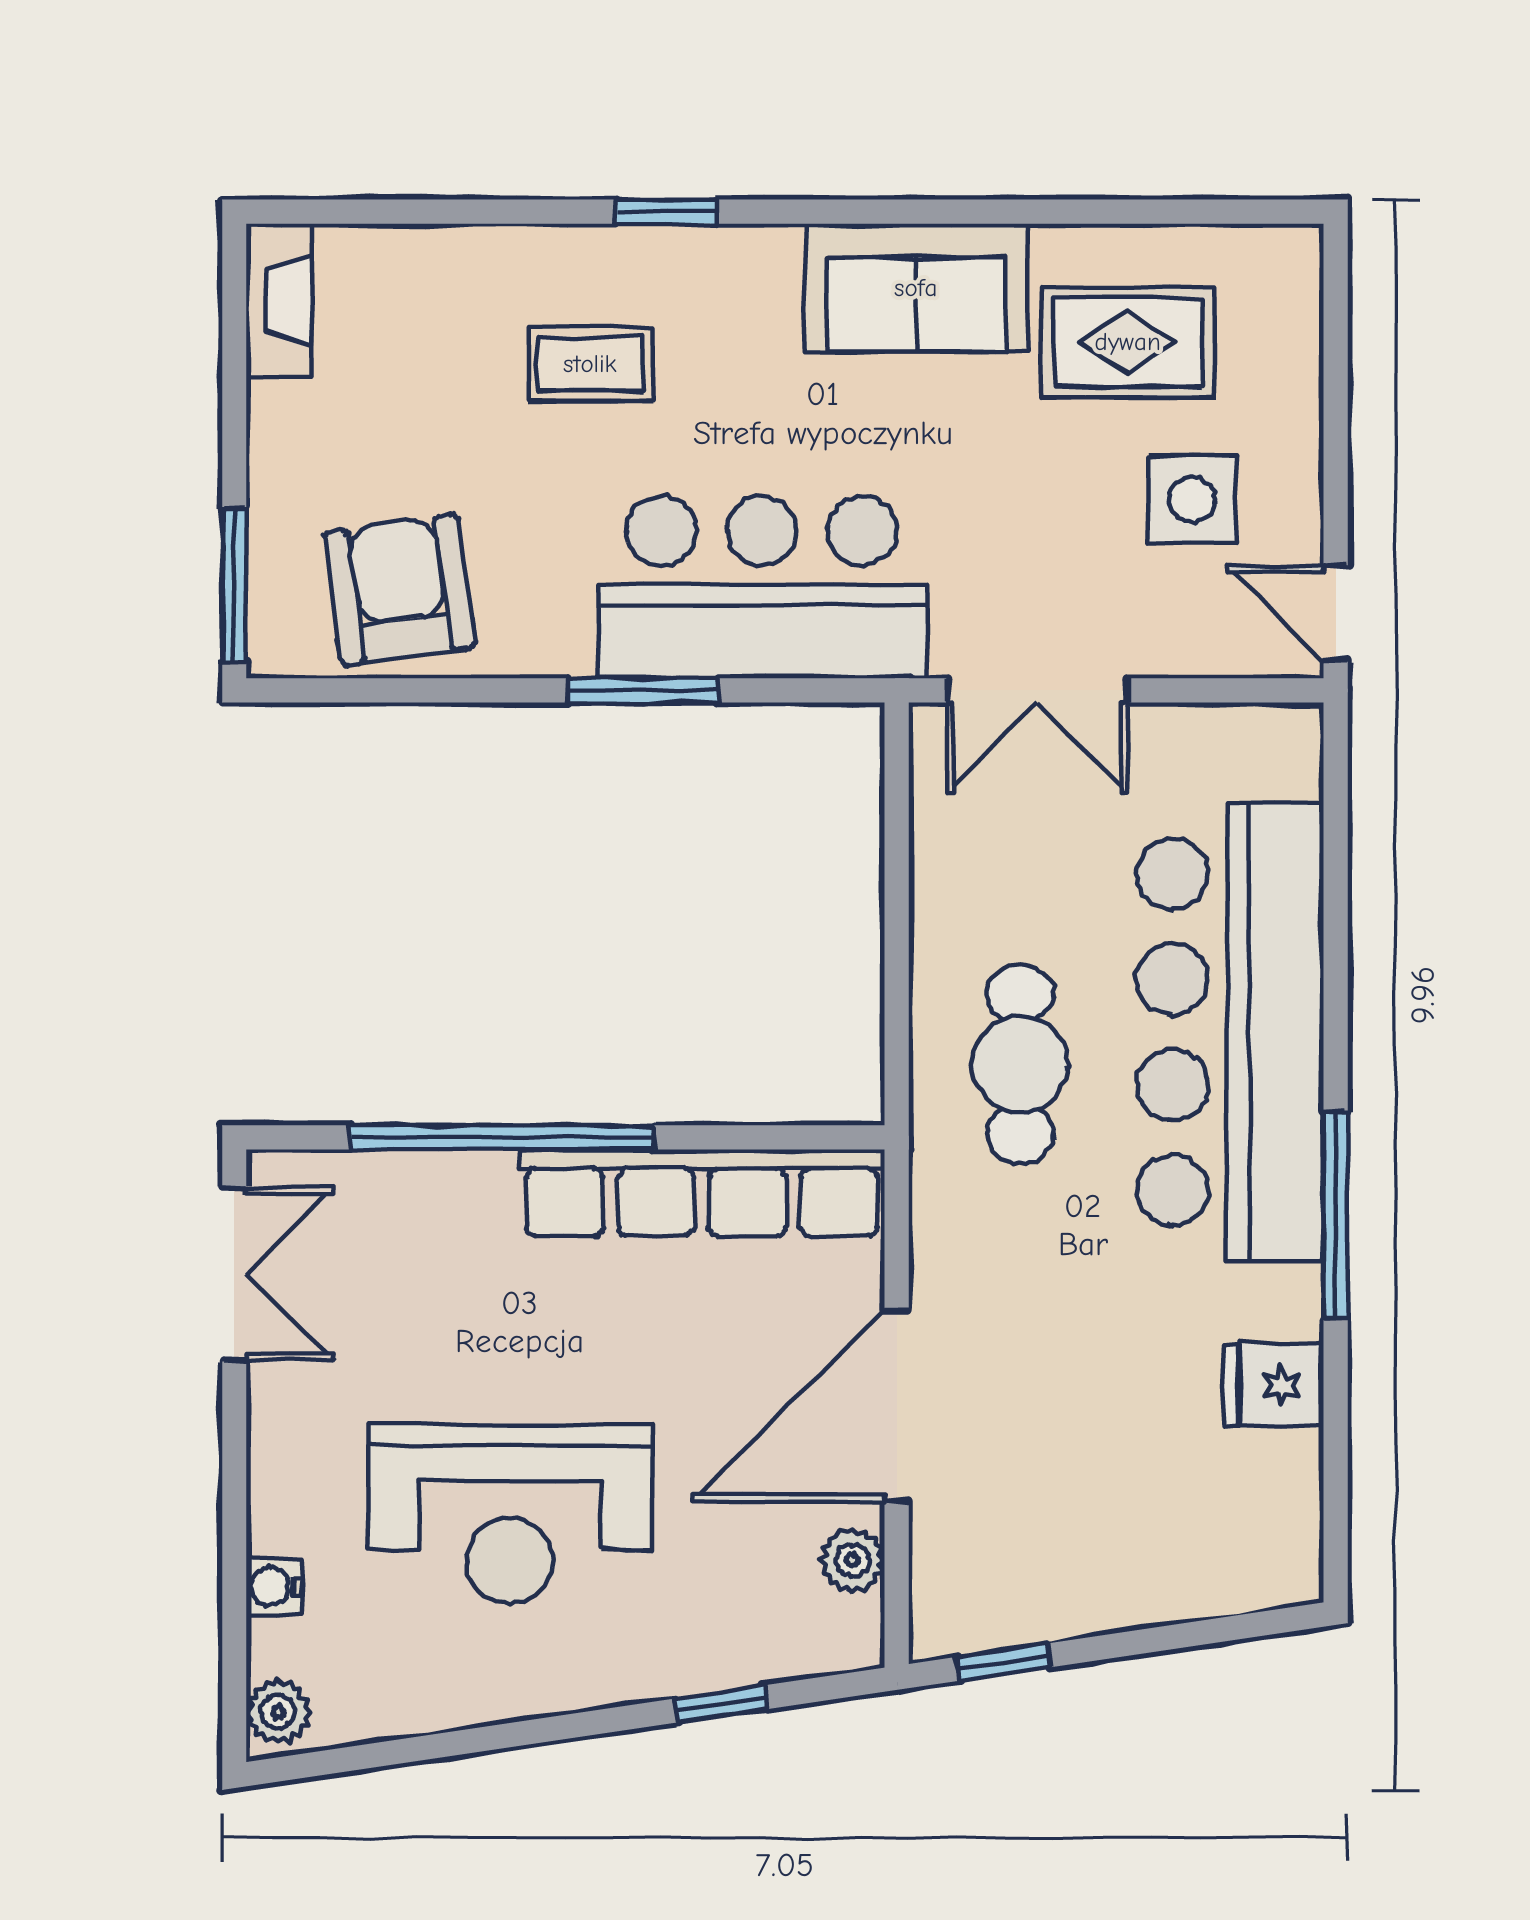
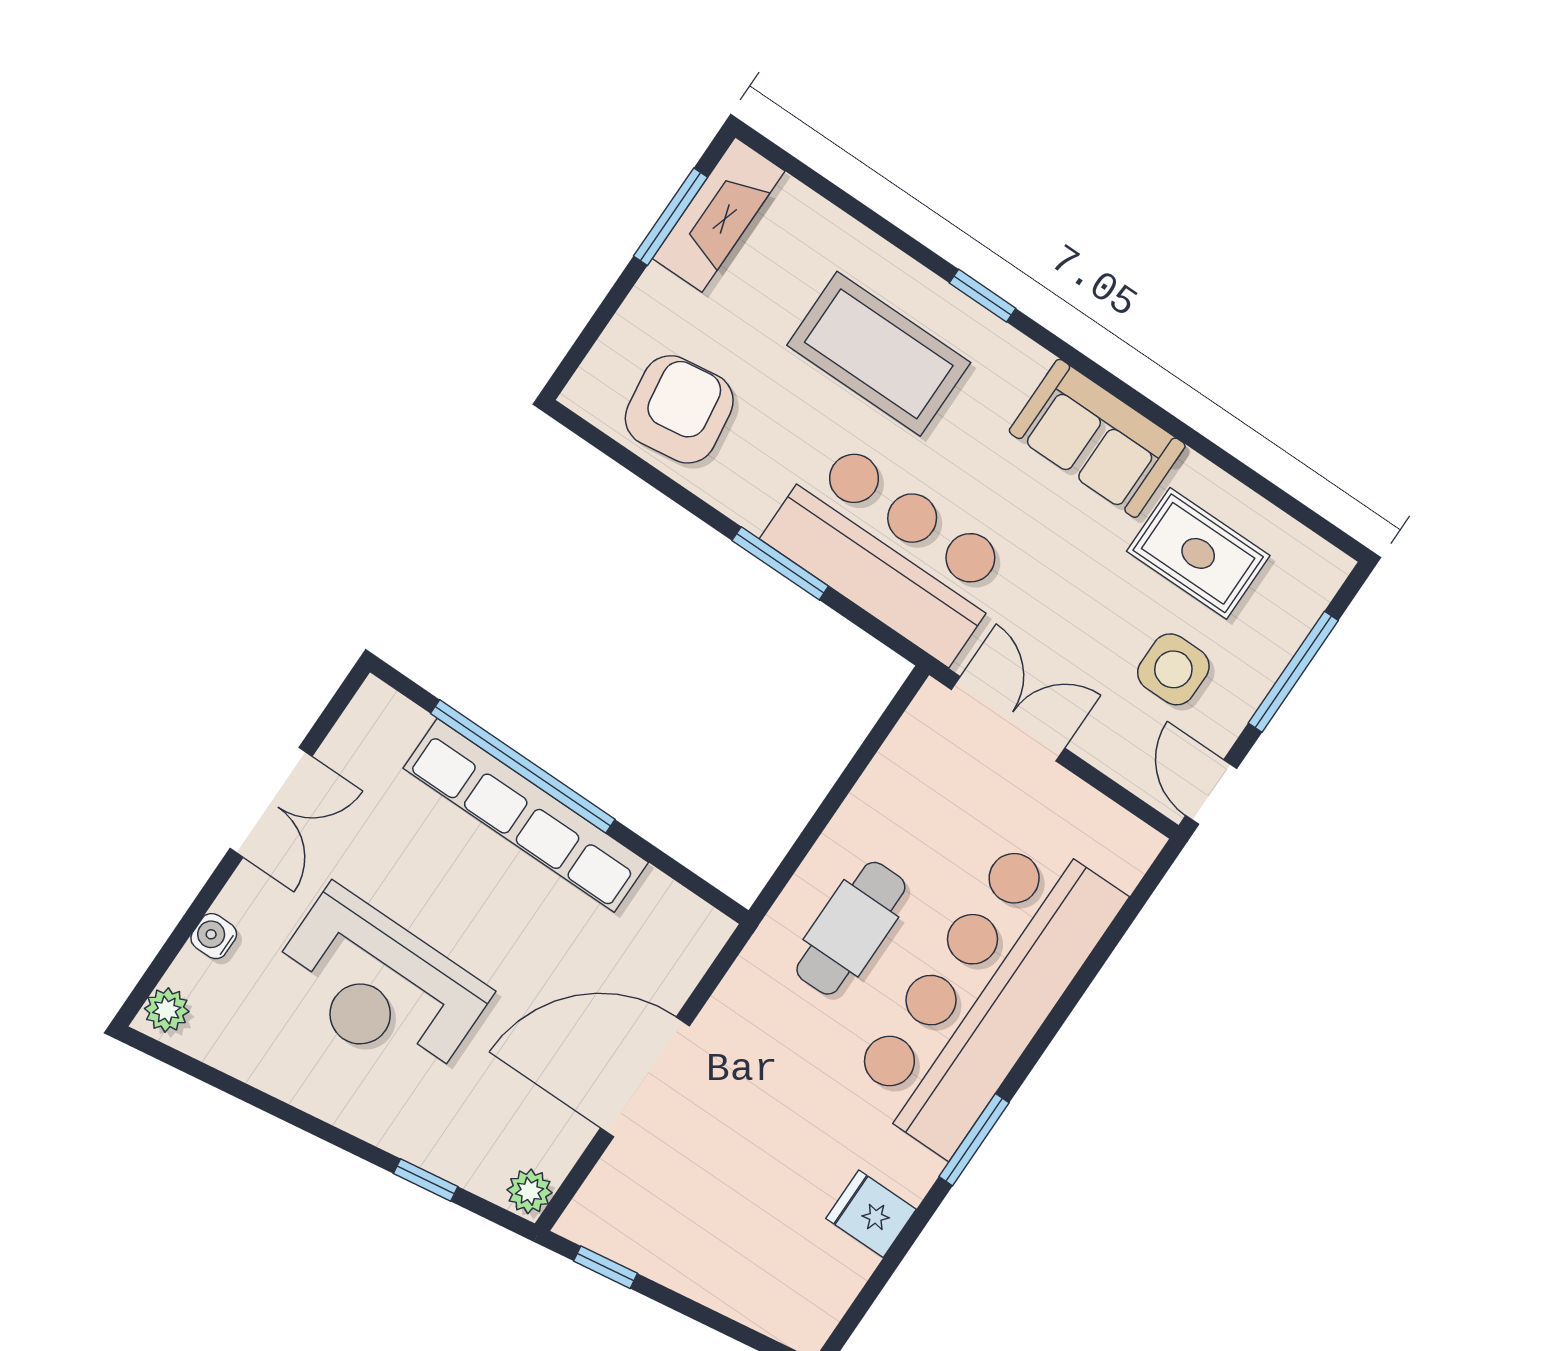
fireplace: (279, 300) -> (719, 215), width x1.37, depth x1.32
coffee table: (590, 364) -> (879, 354), width x1.86, depth x1.72
window: (1336, 405) -> (1293, 672), added
window: (234, 584) -> (671, 217), moved
double door: (1037, 690) -> (1008, 719), swing flipped
row of seats: (702, 1193) -> (526, 815), moved
window: (1336, 1215) -> (974, 1140), width x0.69
double door: (234, 1274) -> (271, 802), moved
plant: (852, 1560) -> (529, 1191), moved

